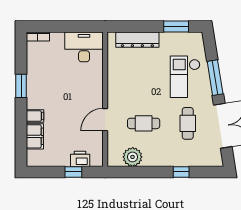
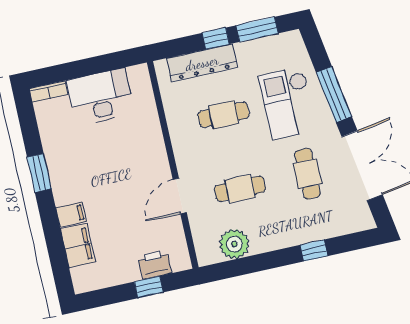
window: (149, 27) -> (216, 39), added
desk: (84, 47) -> (100, 97), moved
cafe table: (144, 75) -> (224, 115), added

